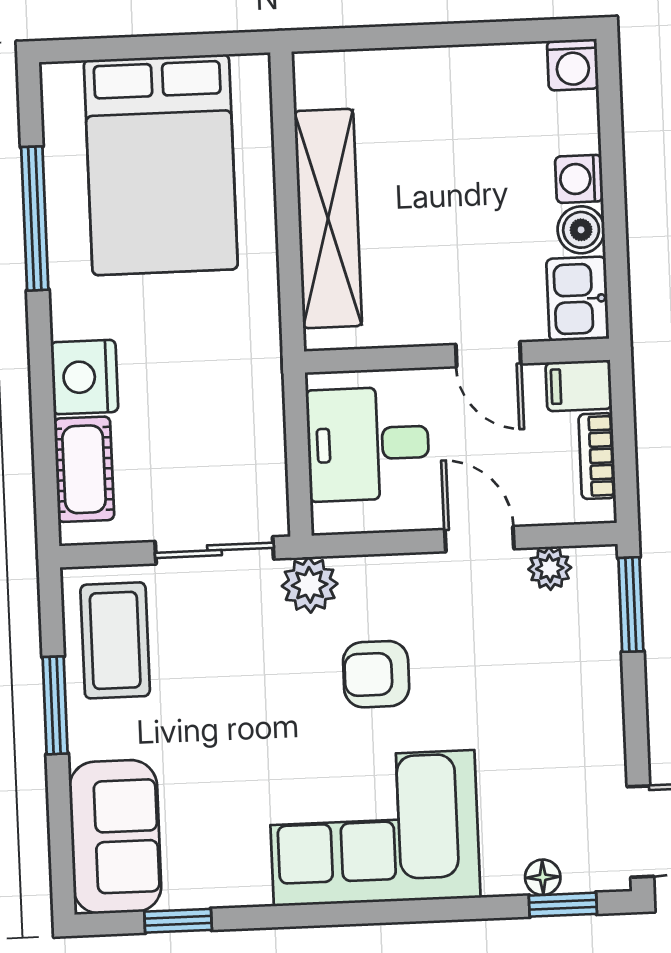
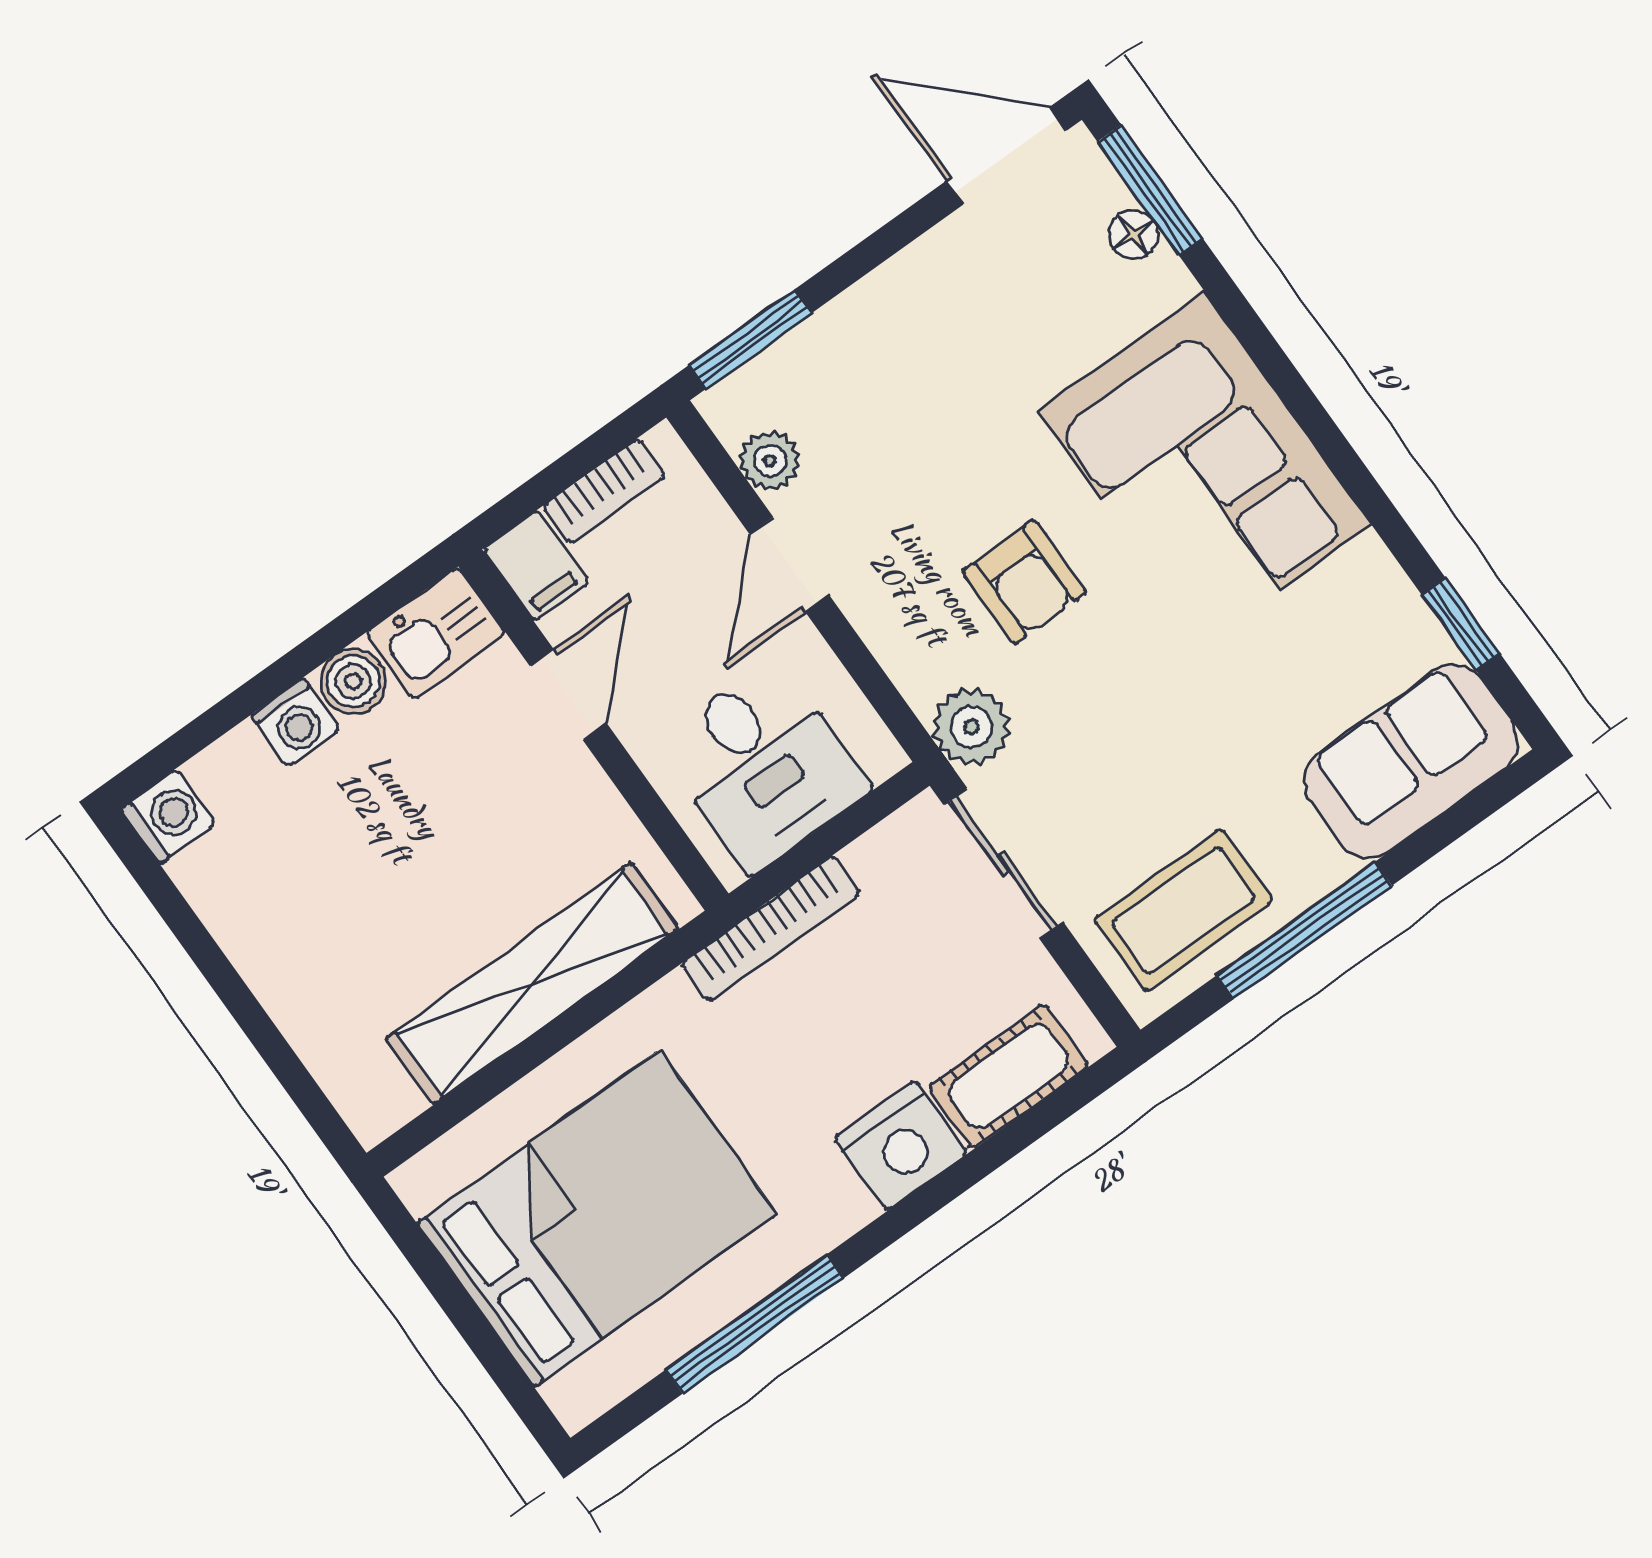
bookcase: (267, 384) -> (771, 929), added
window: (55, 705) -> (1304, 931), width x1.44
window: (563, 905) -> (1150, 190), width x1.50

